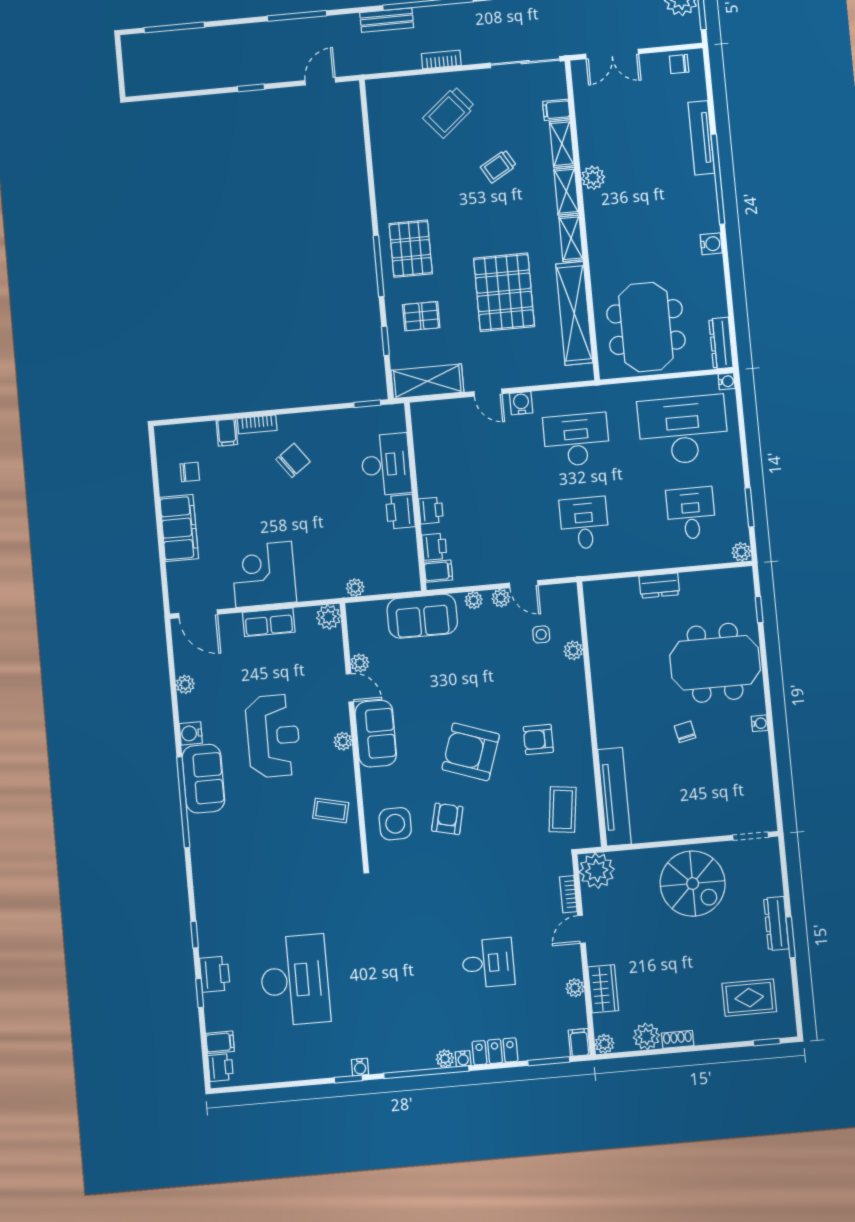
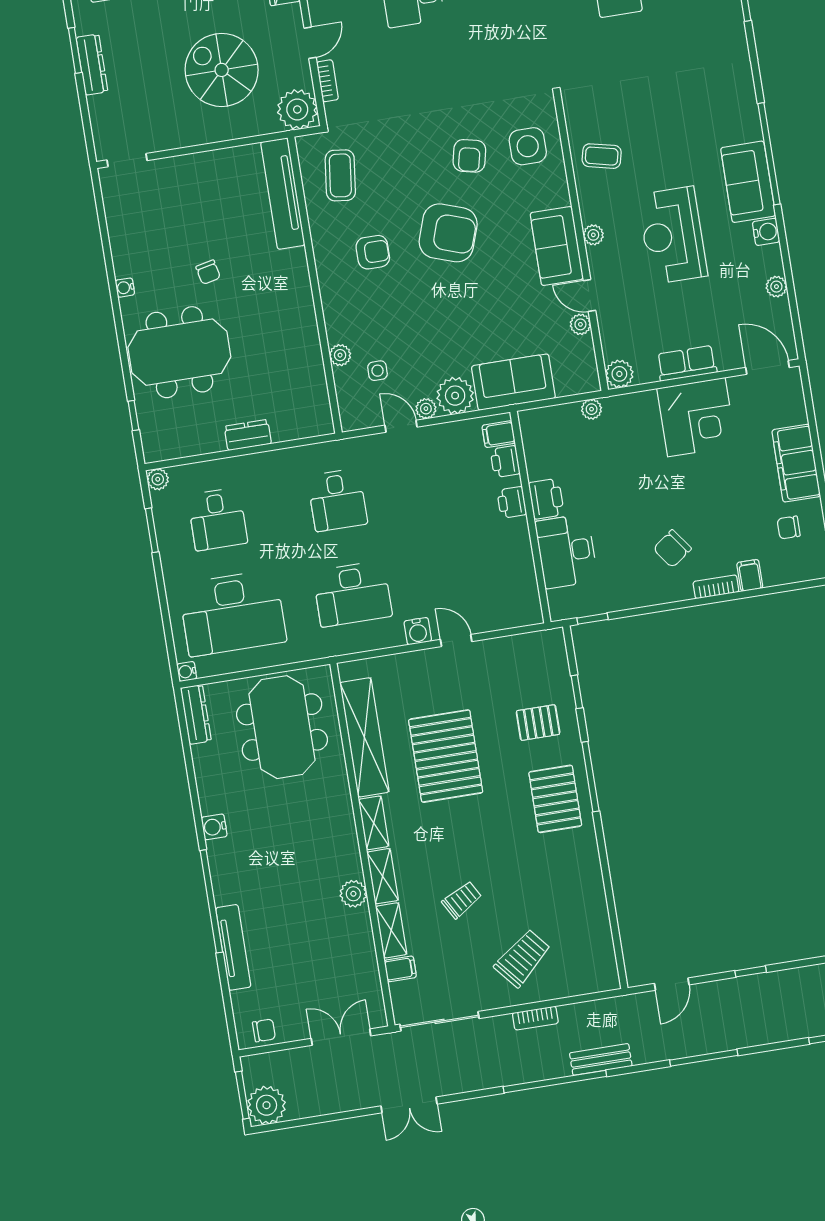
shelving: (427, 381) -> (526, 649), removed
plant: (474, 600) -> (455, 396), width x1.87, depth x1.87
spiral stairs: (693, 884) -> (222, 70), moved

